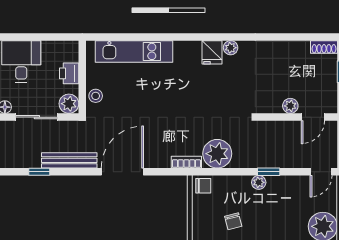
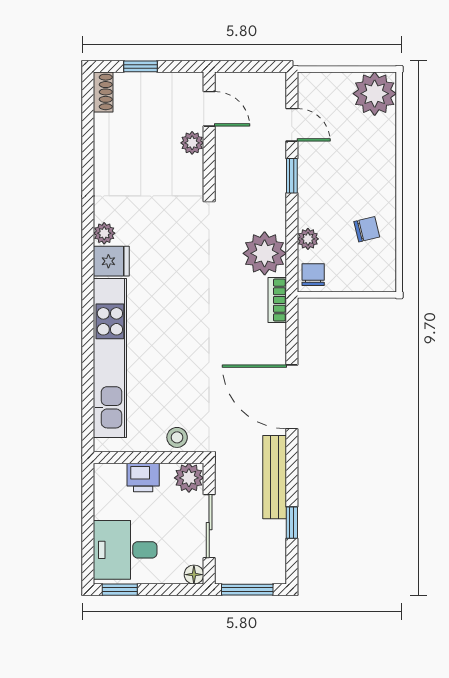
kitchen unit: (134, 51) -> (110, 358), width x1.36
door: (321, 172) -> (292, 125), moved
plant: (259, 182) -> (308, 239), moved

